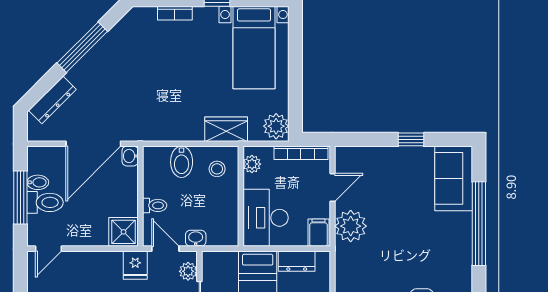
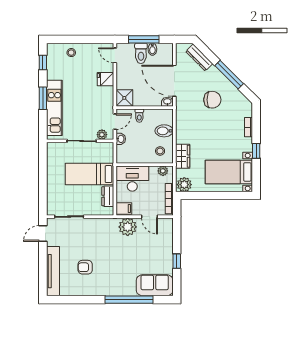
chair: (127, 77) -> (212, 100), added
fridge: (135, 265) -> (105, 79), moved

